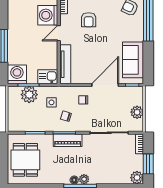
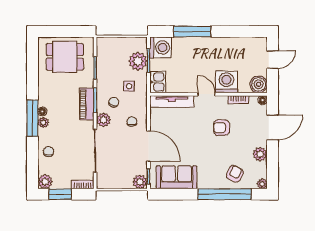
plant: (137, 112) -> (140, 182), moved
plant: (82, 125) -> (104, 120), added
chair: (110, 174) -> (48, 152), added

